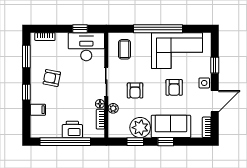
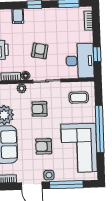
window: (215, 65) -> (66, 185), width x2.17
armchair: (52, 78) -> (40, 51), moved

